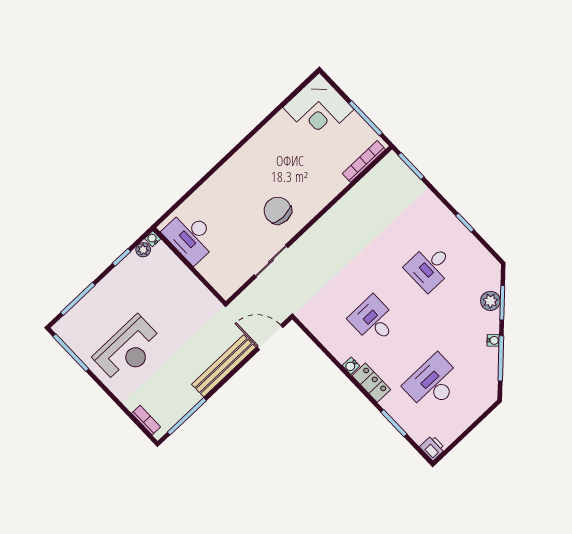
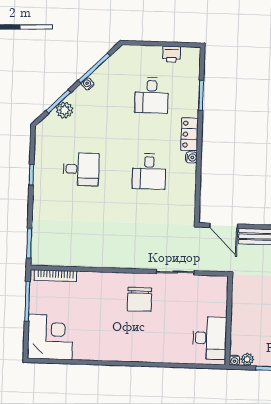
desk: (433, 383) -> (152, 95), width x0.73
printer: (433, 448) -> (171, 54), moved, turned -90

